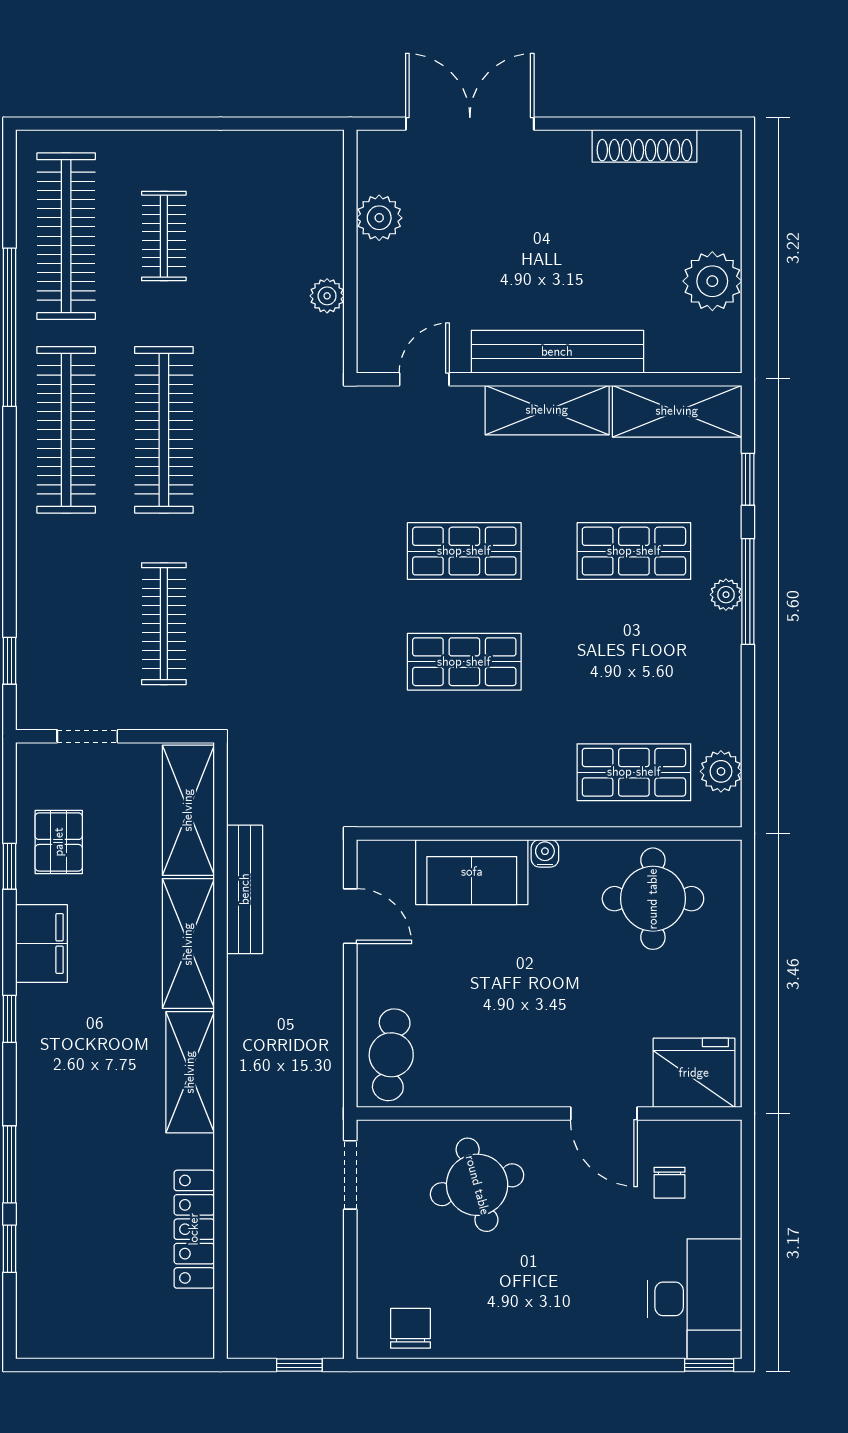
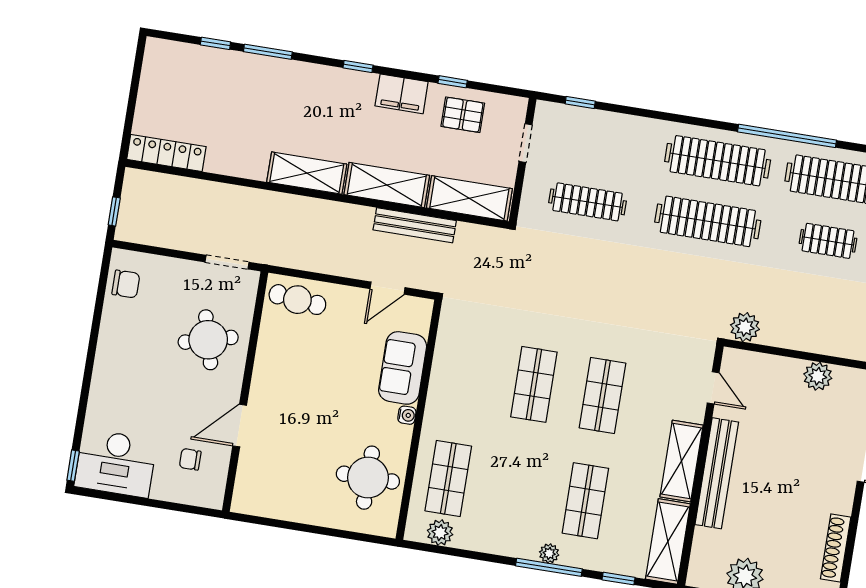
plant: (327, 296) -> (745, 327), moved, width x1.38, depth x1.38
fridge: (694, 1073) -> (256, 486), removed
locker: (194, 1229) -> (166, 153), moved

